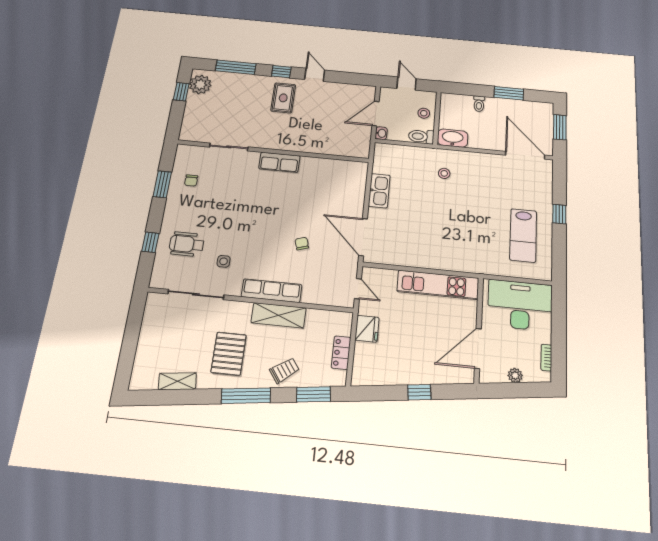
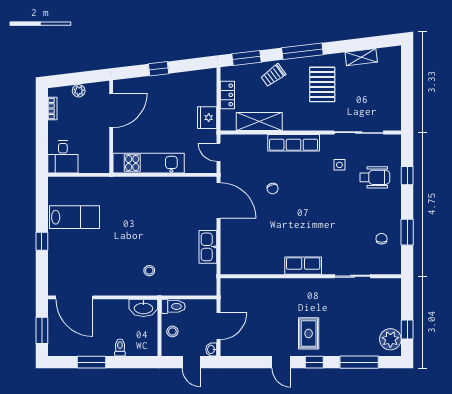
washbasin: (381, 133) -> (211, 349), moved
lab bench: (523, 235) -> (75, 217), turned 90
desk: (520, 305) -> (63, 157), width x0.53, depth x0.77
shelving: (279, 315) -> (259, 122), moved

